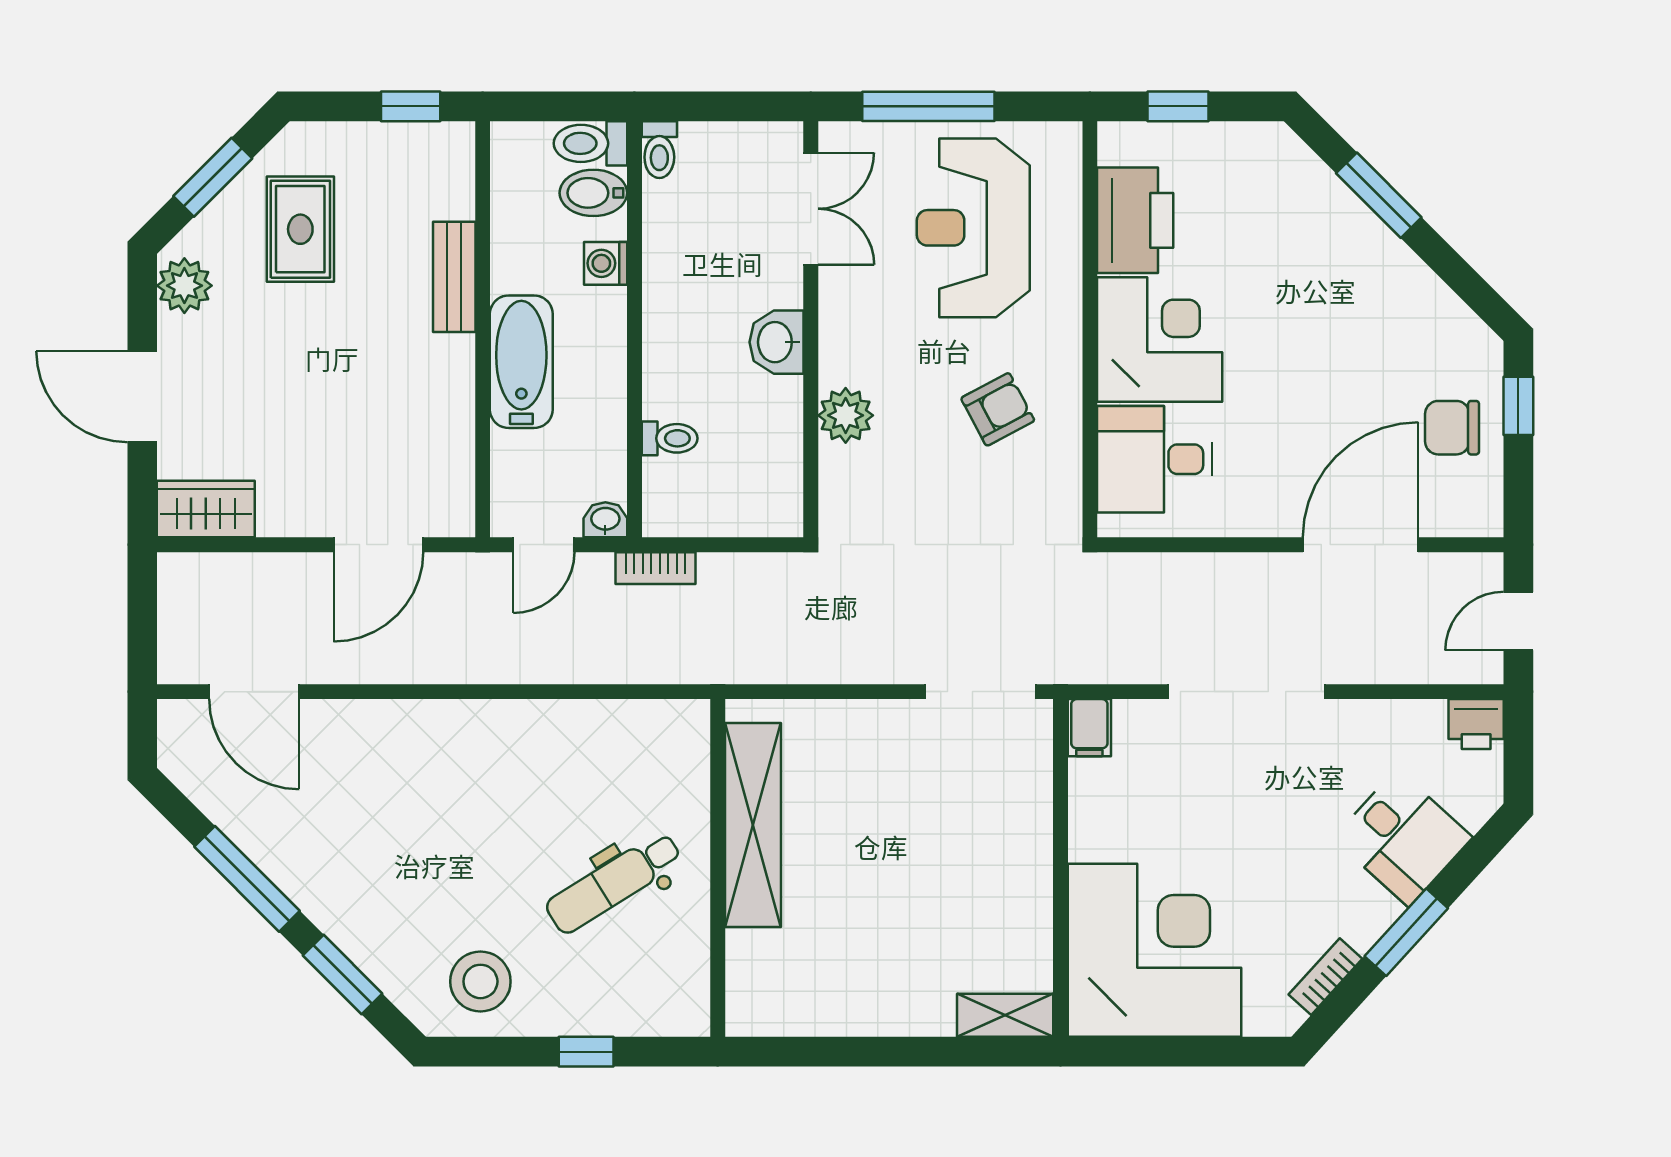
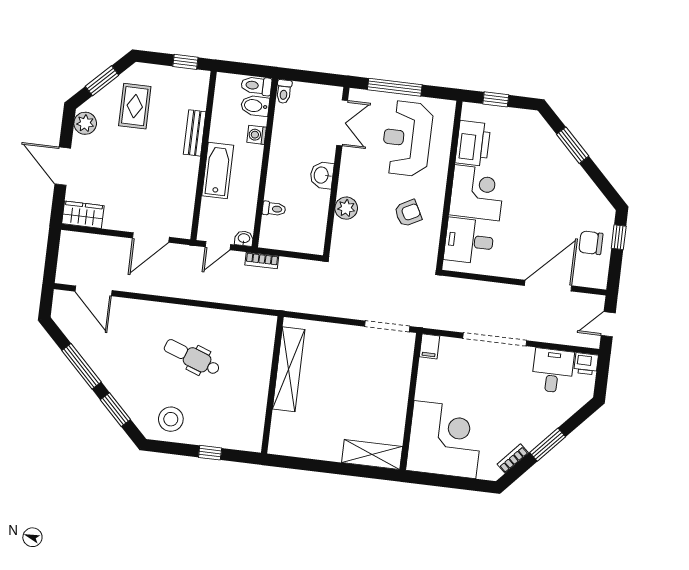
desk: (1403, 838) -> (553, 371), moved, turned -132
dental chair: (614, 883) -> (192, 357), moved, turned 52
shelving: (1005, 1015) -> (372, 454), width x1.50, depth x1.33

